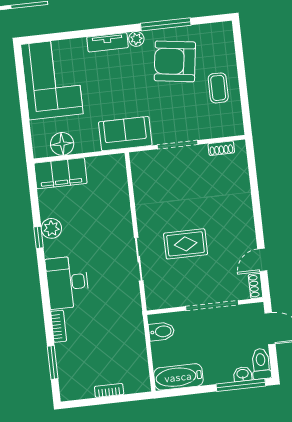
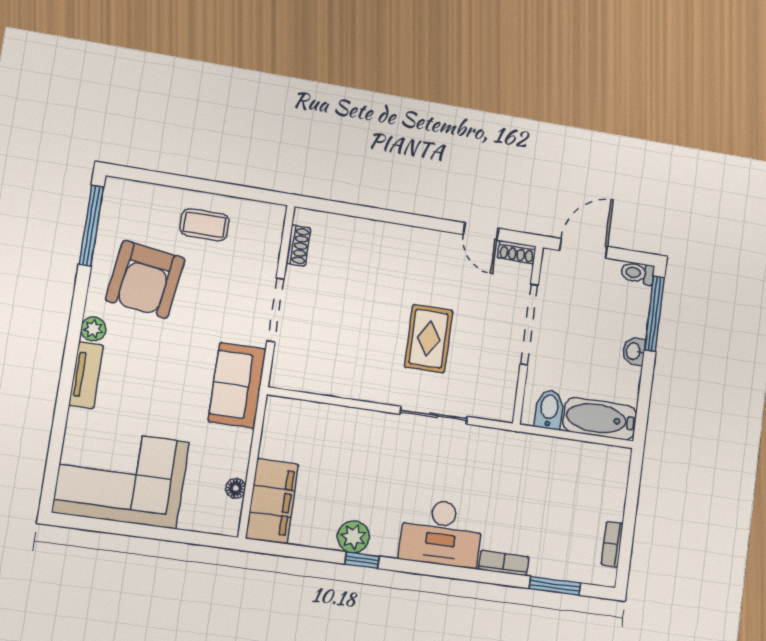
window: (166, 24) -> (91, 226), moved
floor lamp: (62, 144) -> (236, 488), width x0.53, depth x0.53
toilet: (261, 364) -> (638, 273), width x0.73, depth x0.72
washbasin: (243, 374) -> (634, 351), moved
bathtub: (178, 377) -> (600, 419), moved, turned 90
bookcase: (109, 390) -> (612, 544), moved

